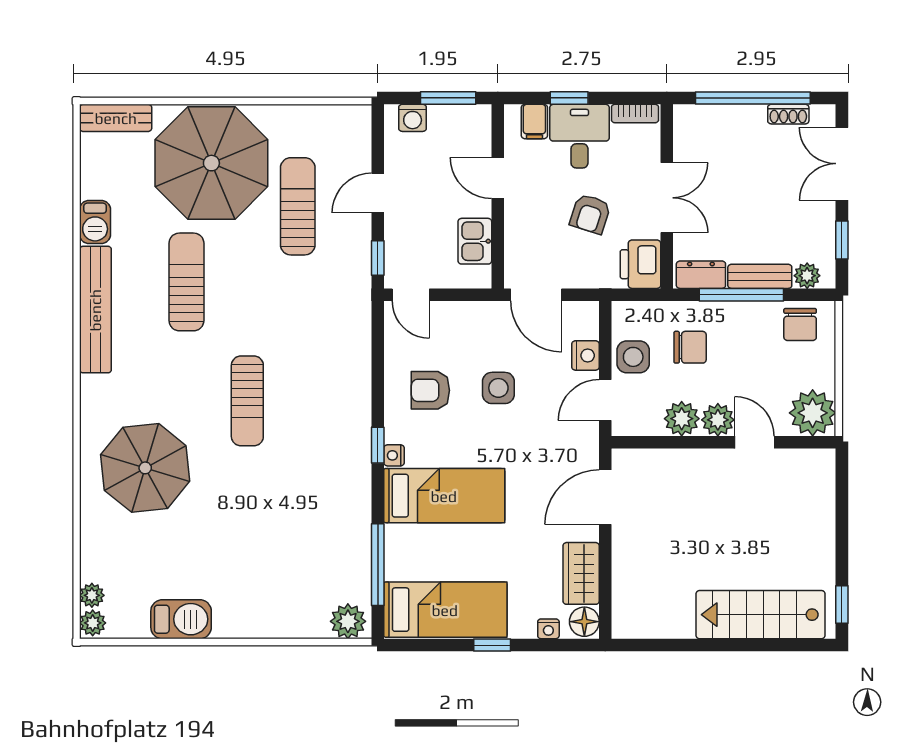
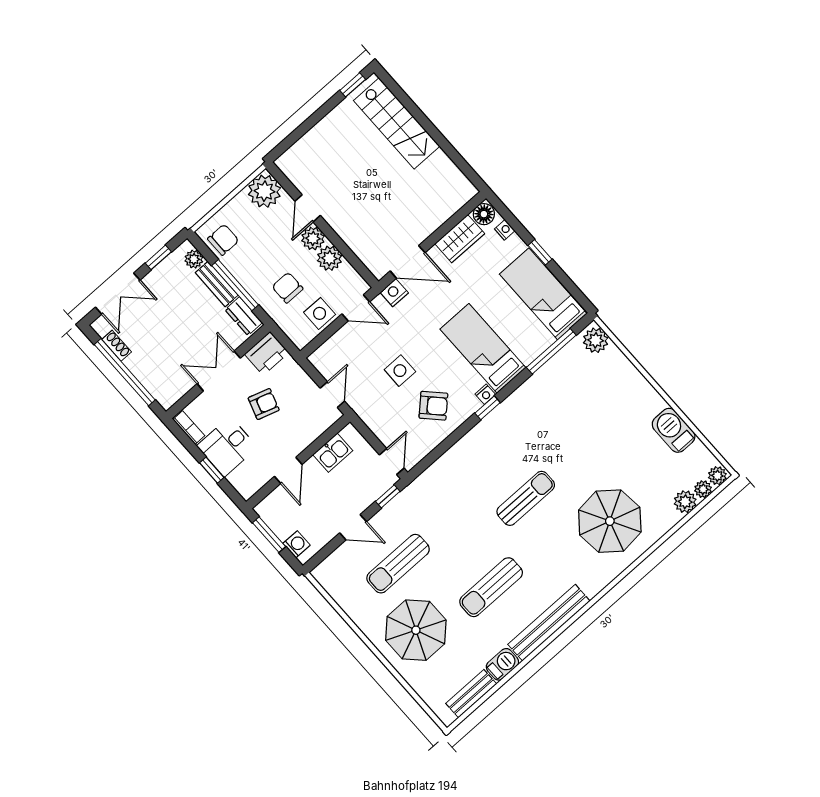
bench: (116, 118) -> (471, 694), moved, turned 90
filing cabinet: (534, 121) -> (241, 478), removed
parasol: (211, 163) -> (416, 630), width x0.73, depth x0.73
door: (536, 295) -> (332, 395), width x0.73
nightstand: (585, 355) -> (394, 293), moved
armchair: (430, 390) -> (433, 406), turned -44
plant: (95, 565) -> (685, 502), added

